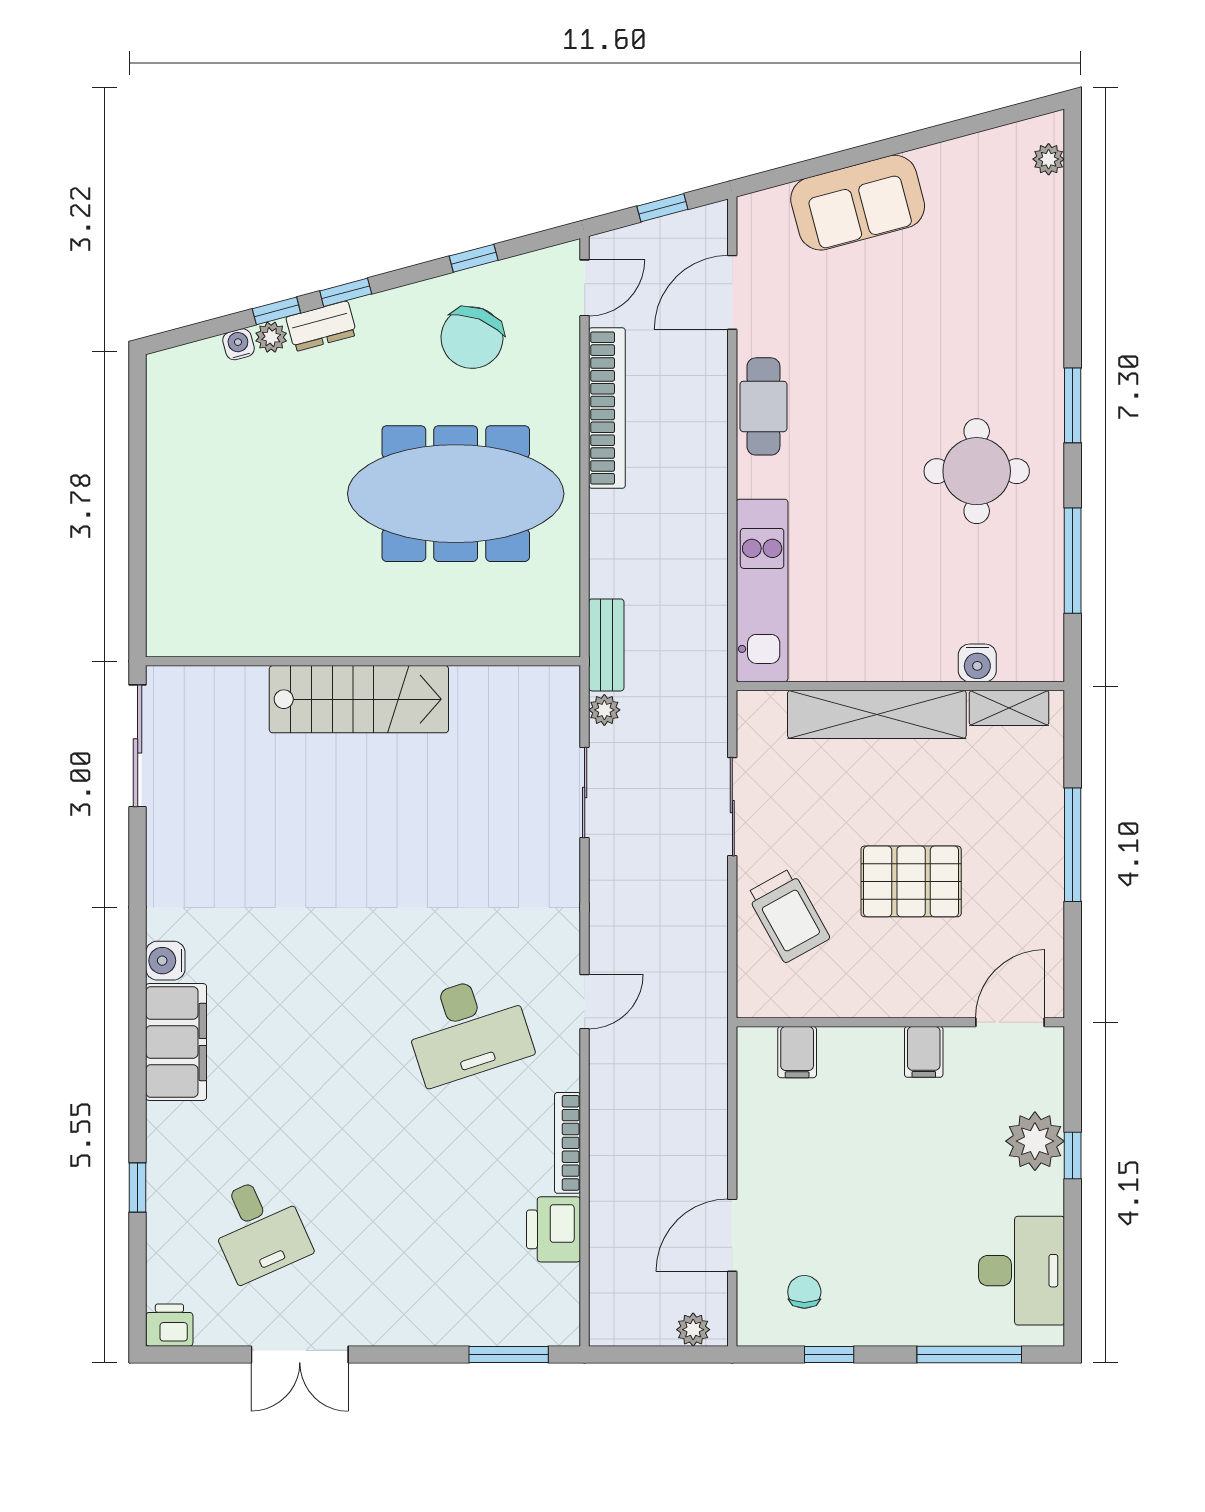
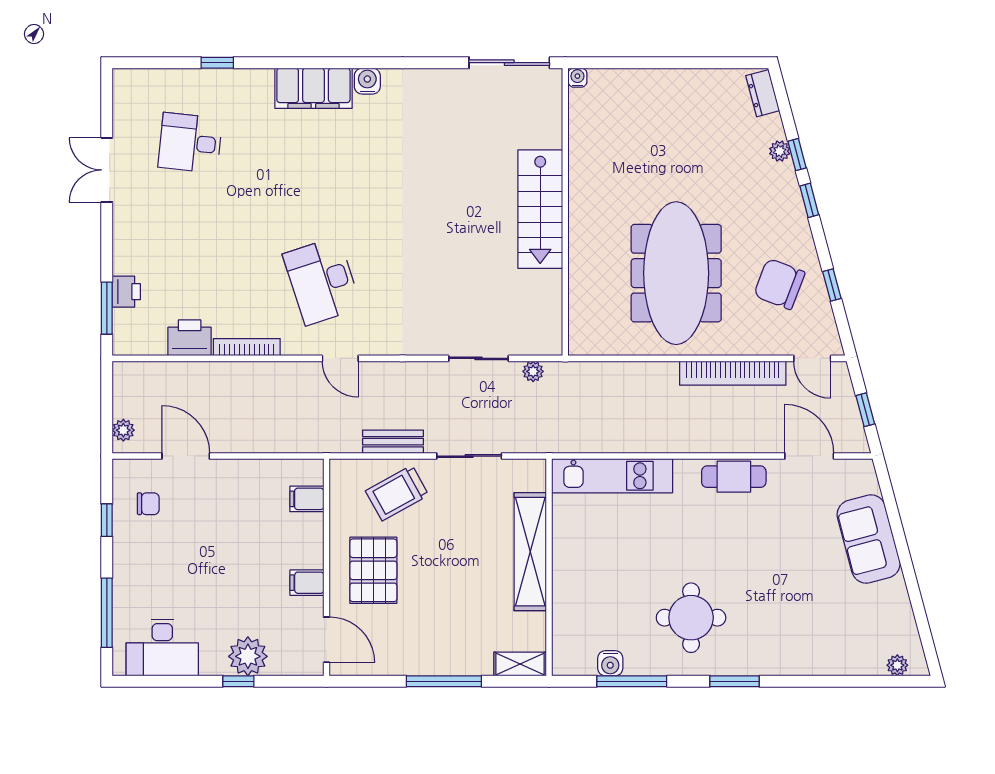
dresser: (321, 326) -> (763, 93), moved
water cooler: (239, 344) -> (577, 78), moved, turned -75
bench: (606, 645) -> (393, 442), moved
water cooler: (977, 663) -> (610, 663), moved, turned -90
shelving: (1009, 708) -> (520, 664), moved, turned 90
pallet: (911, 881) -> (373, 570), moved
desk: (259, 1229) -> (190, 143), turned 30
printer: (169, 1325) -> (126, 292), moved

